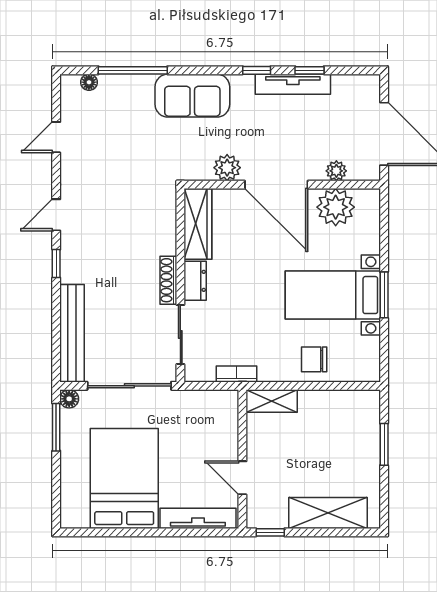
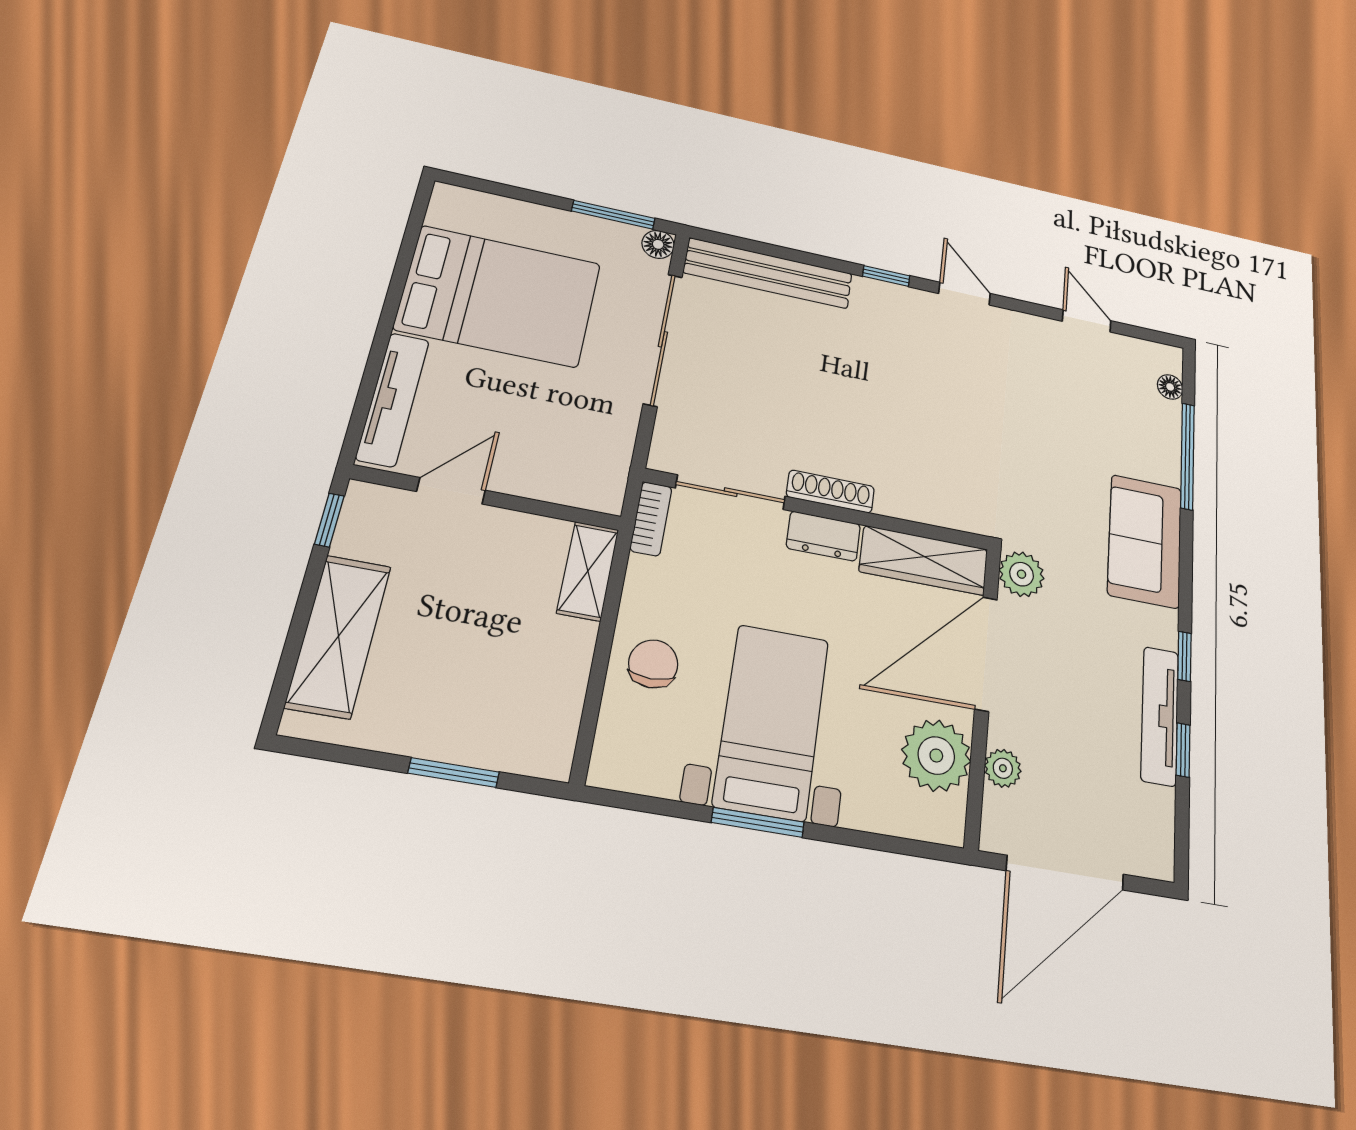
wardrobe: (198, 224) -> (924, 560), moved
shoe rack: (168, 280) -> (830, 492), moved
dresser: (195, 281) -> (823, 536), moved
wall: (180, 285) -> (819, 510), moved
sliding door: (180, 335) -> (731, 492), moved

